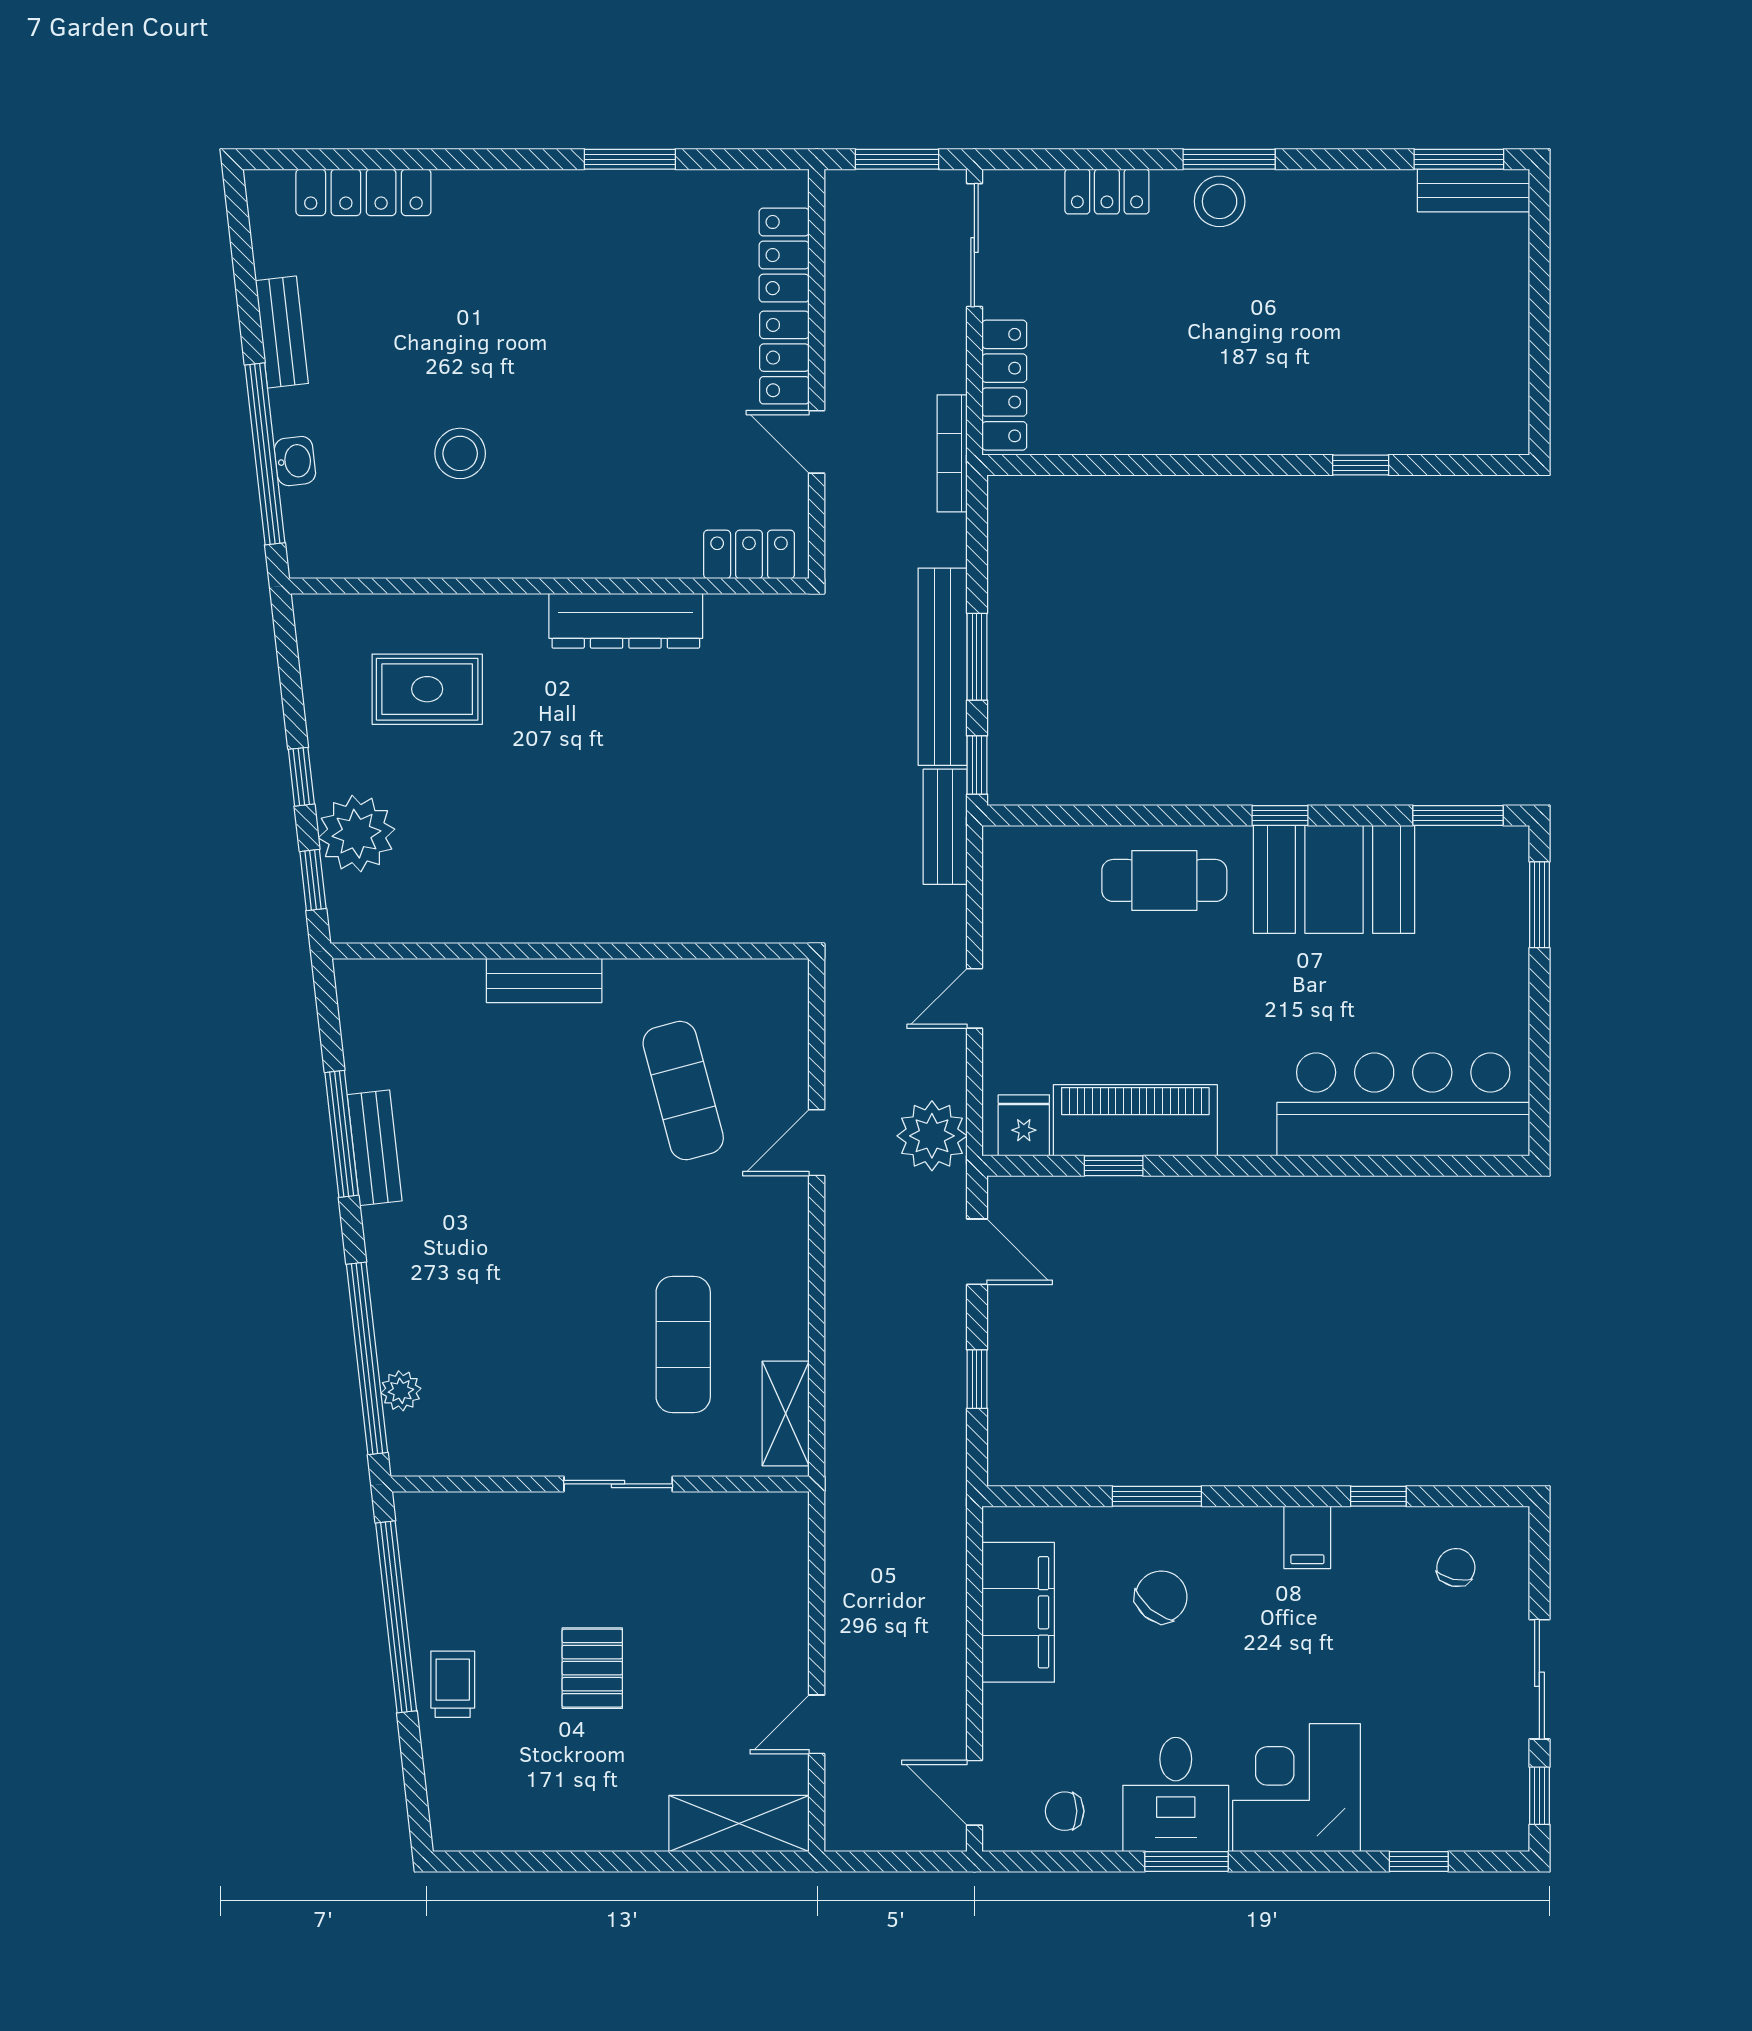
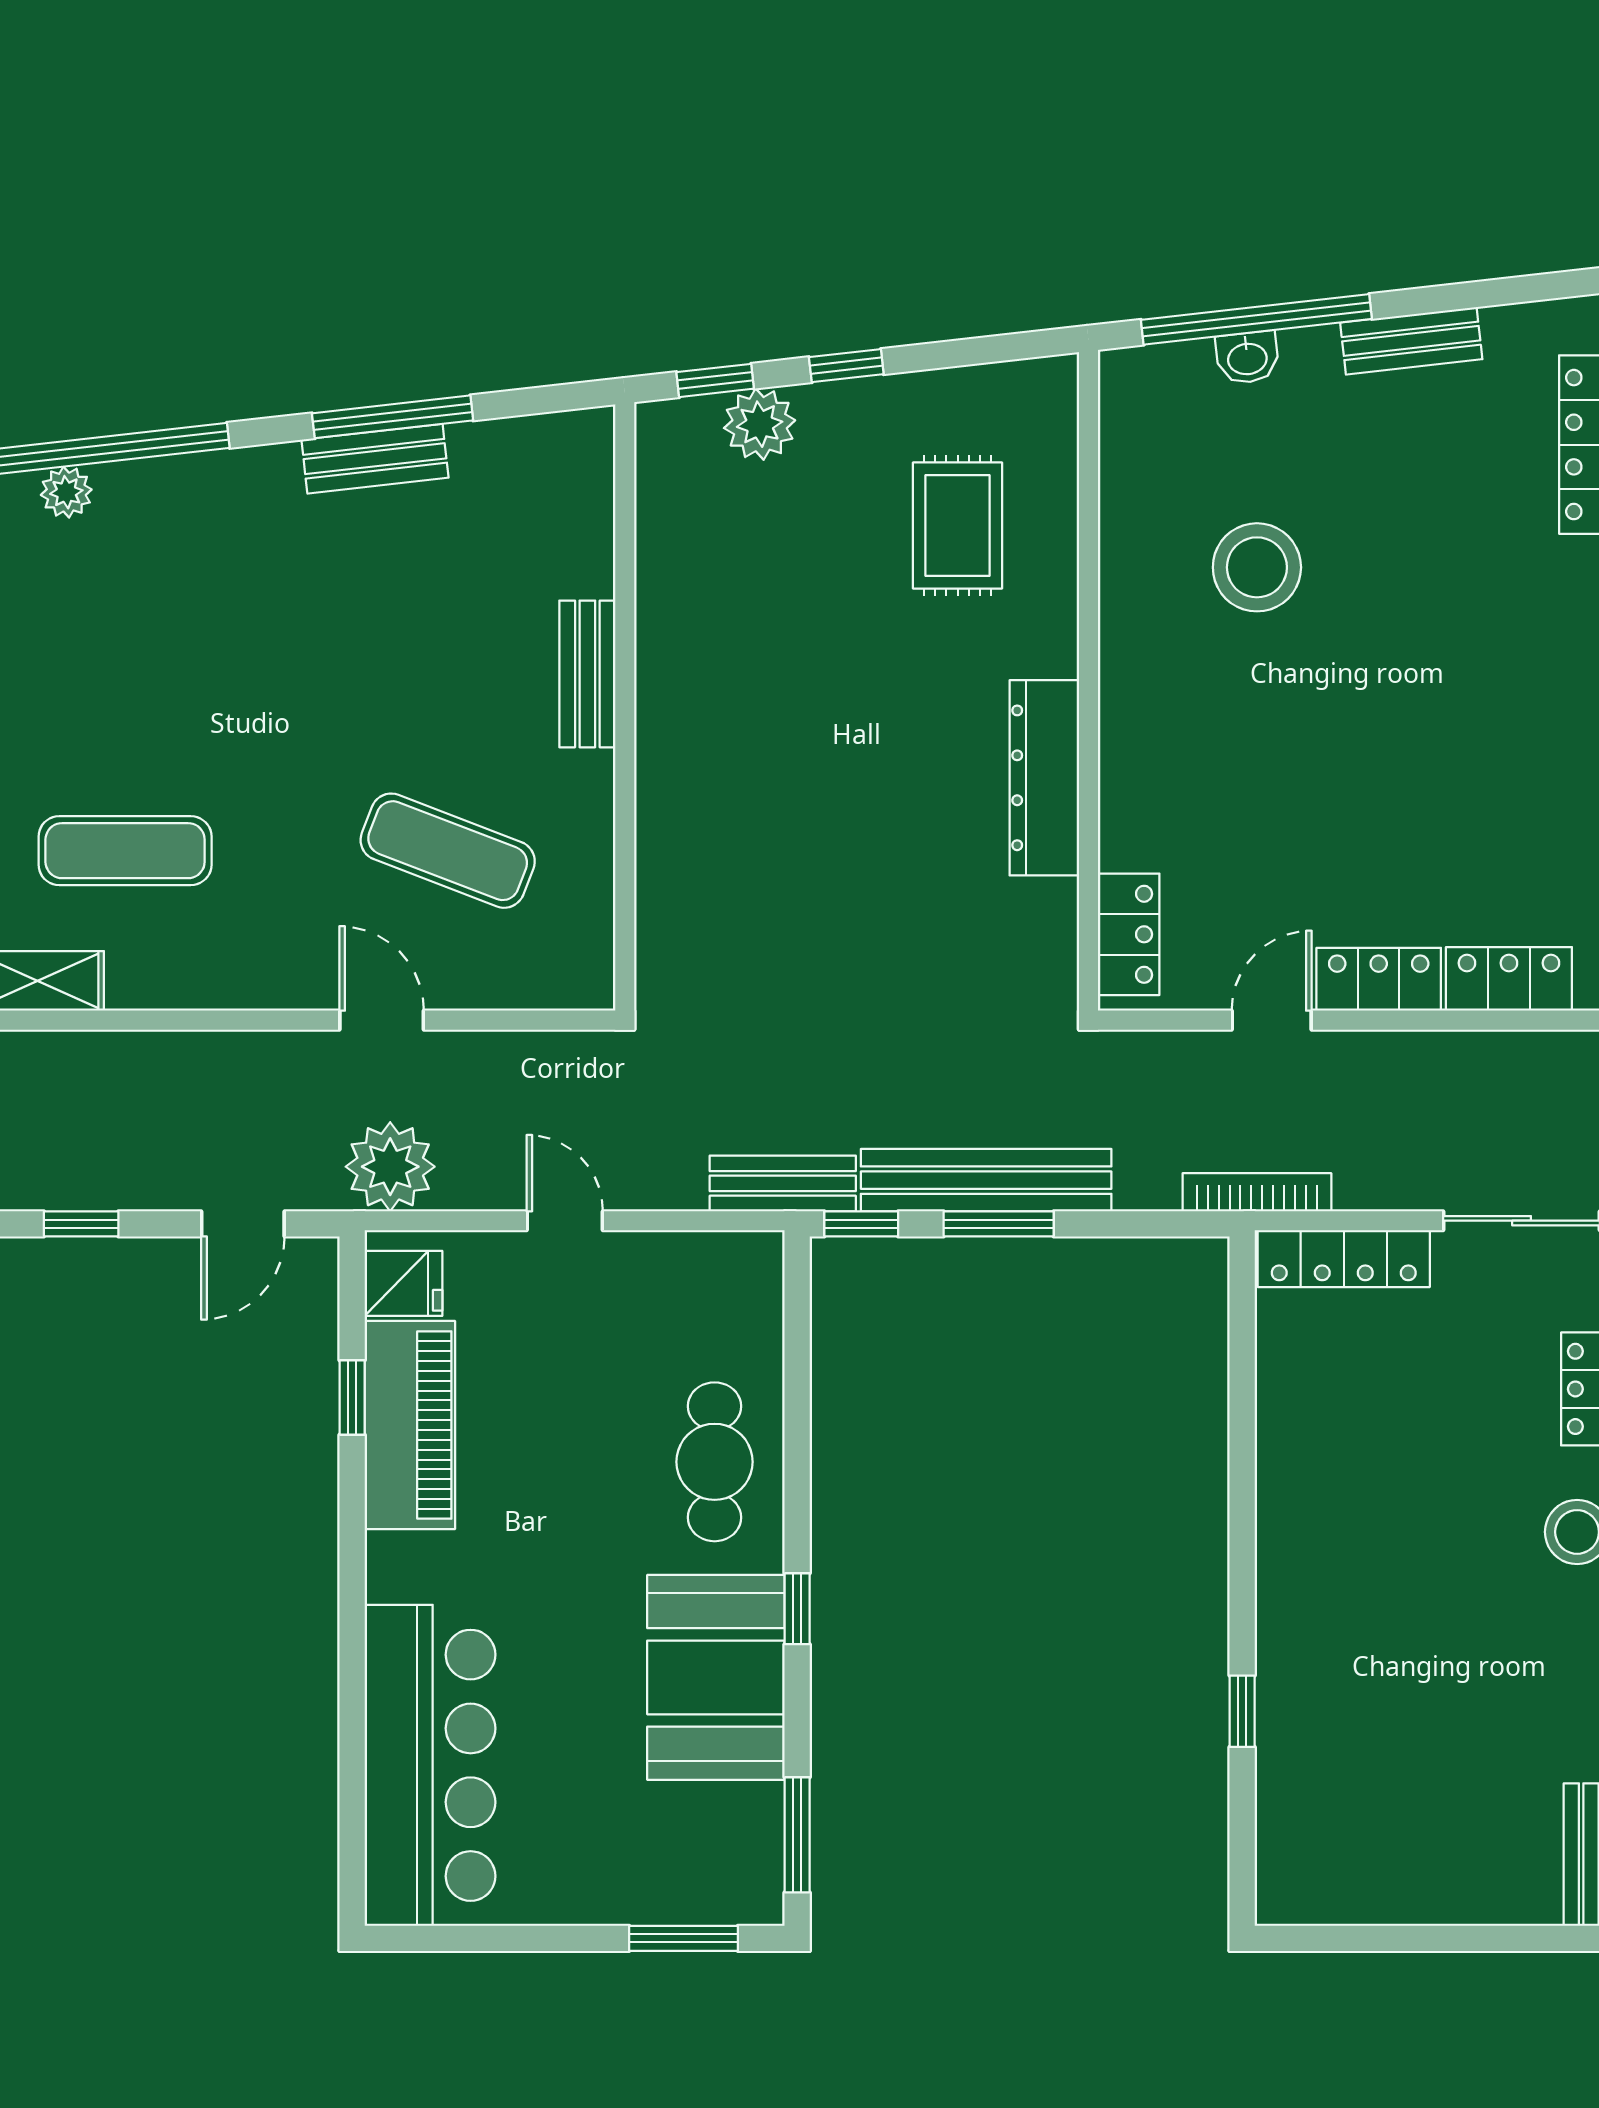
stool: (460, 453) -> (1257, 567), width x1.38, depth x1.38
plant: (357, 834) -> (760, 424), width x0.73, depth x0.73
exercise mat: (683, 1091) -> (448, 851), turned 36

